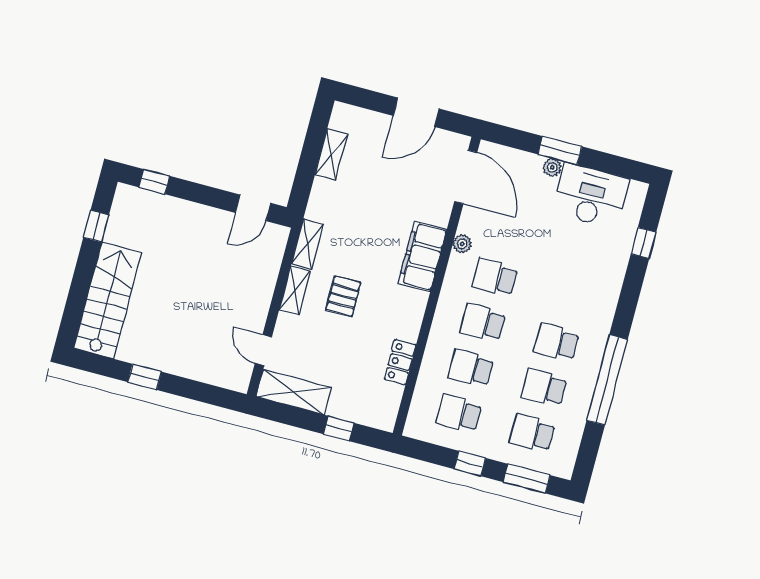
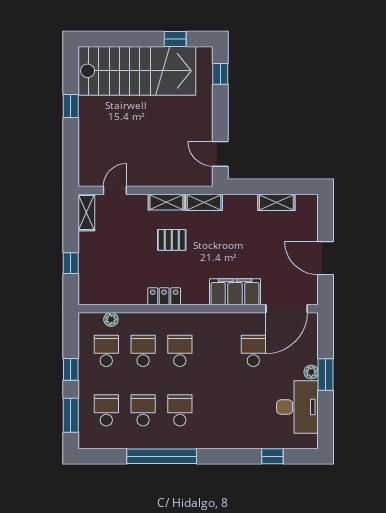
plant: (462, 244) -> (111, 319), moved
filing cabinet: (422, 256) -> (235, 292), moved
school desk: (495, 277) -> (253, 351), moved
stairs: (108, 300) -> (137, 71), width x1.36, depth x1.51
locker: (400, 362) -> (164, 296), moved
shelving: (294, 392) -> (86, 212), width x0.67, depth x0.75

